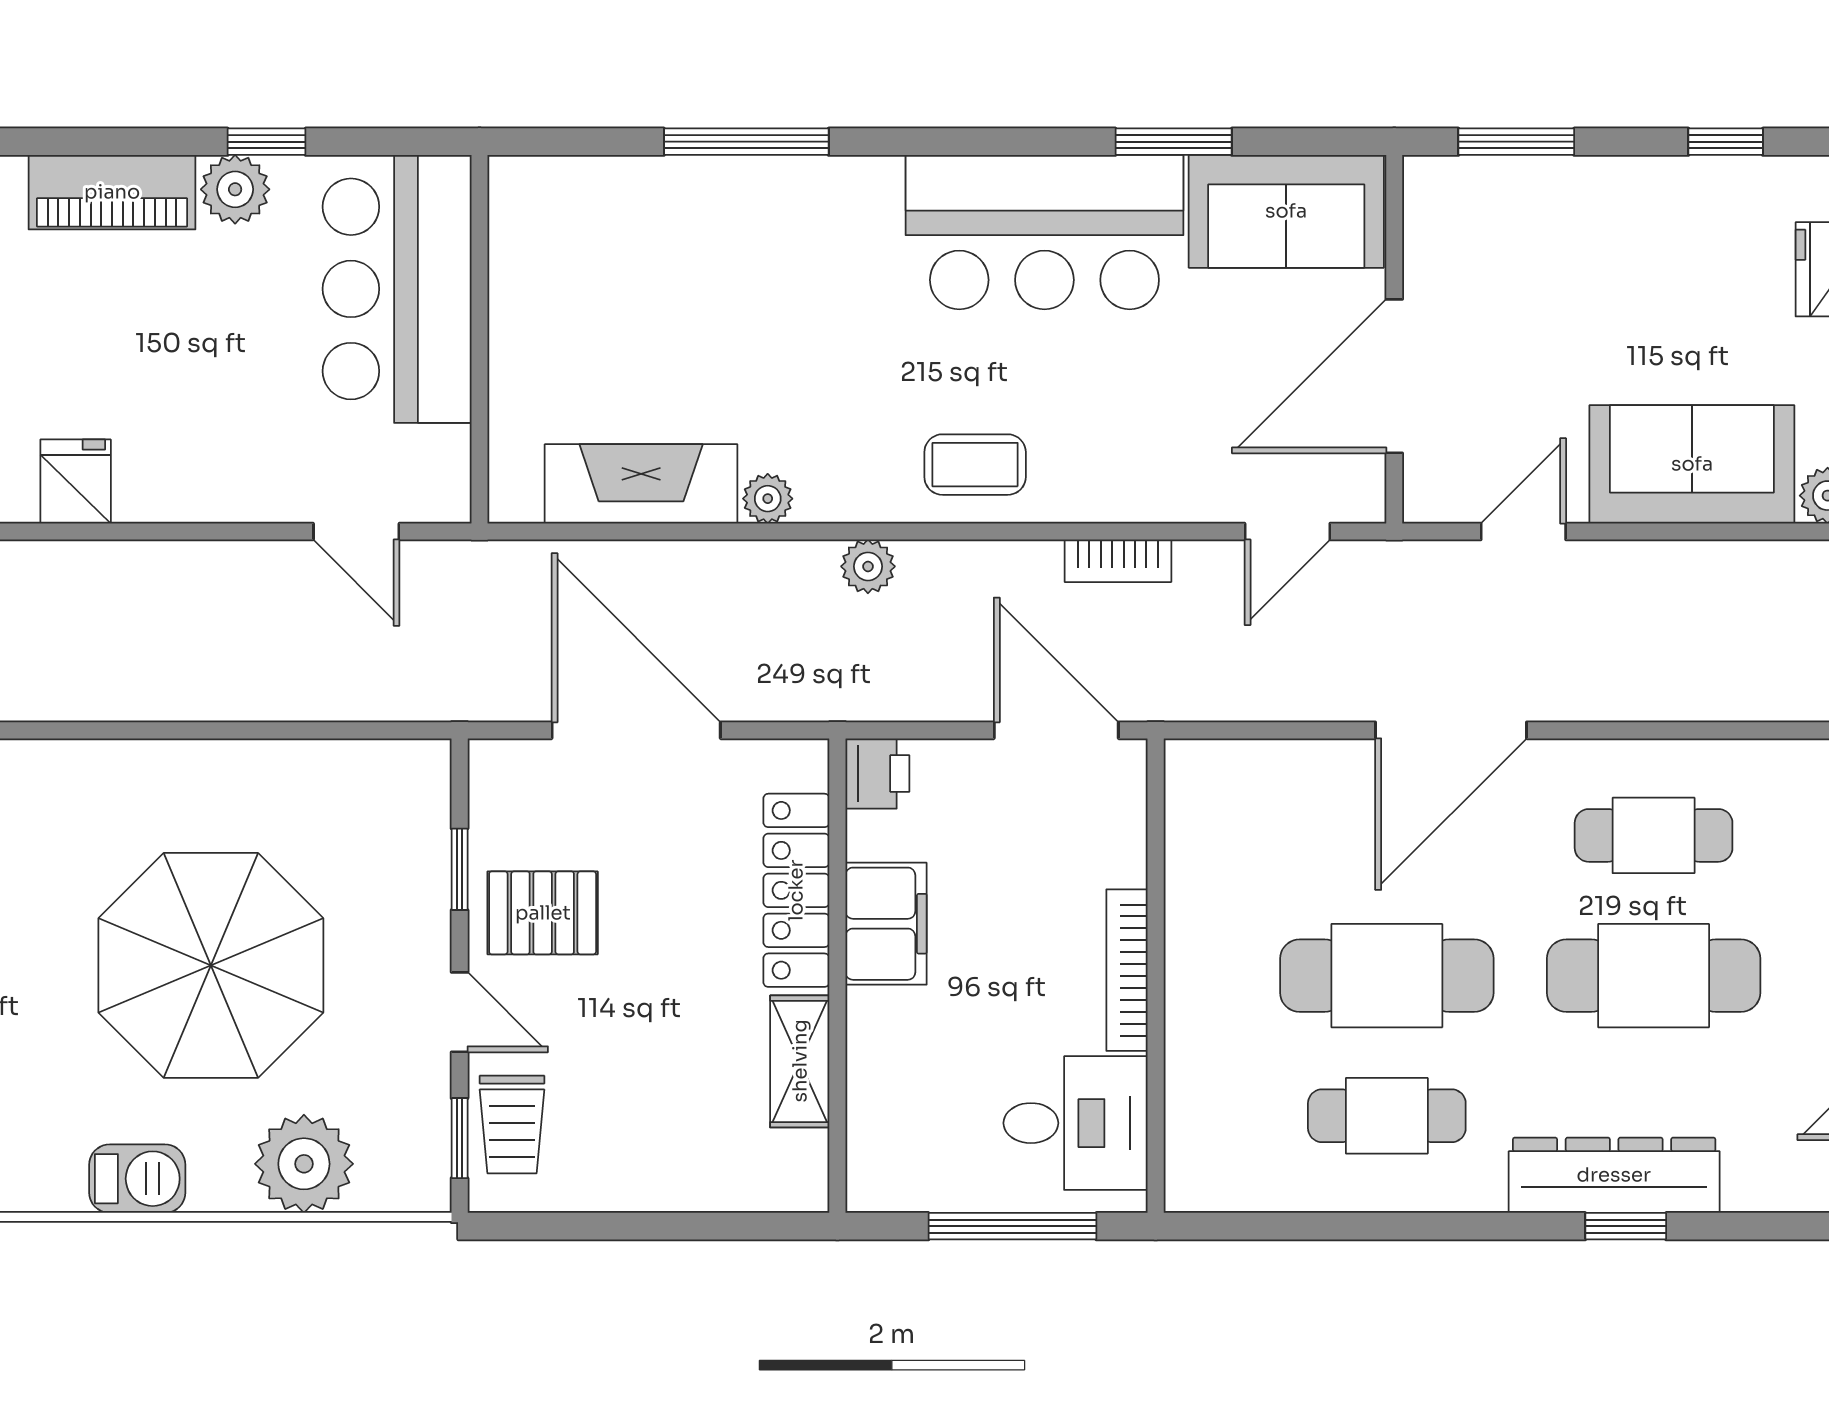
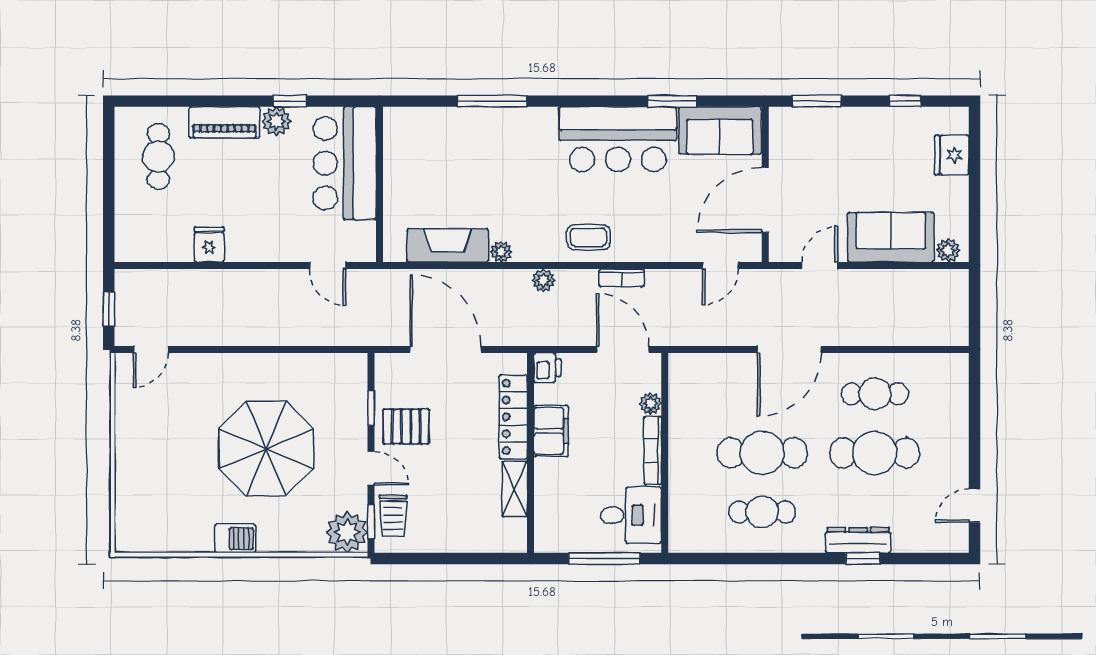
bookcase: (1118, 561) -> (622, 278), moved
plant: (1122, 859) -> (651, 404), added
plant: (304, 1164) -> (347, 532), moved
dresser: (1614, 1175) -> (858, 540), width x0.73, depth x0.80

